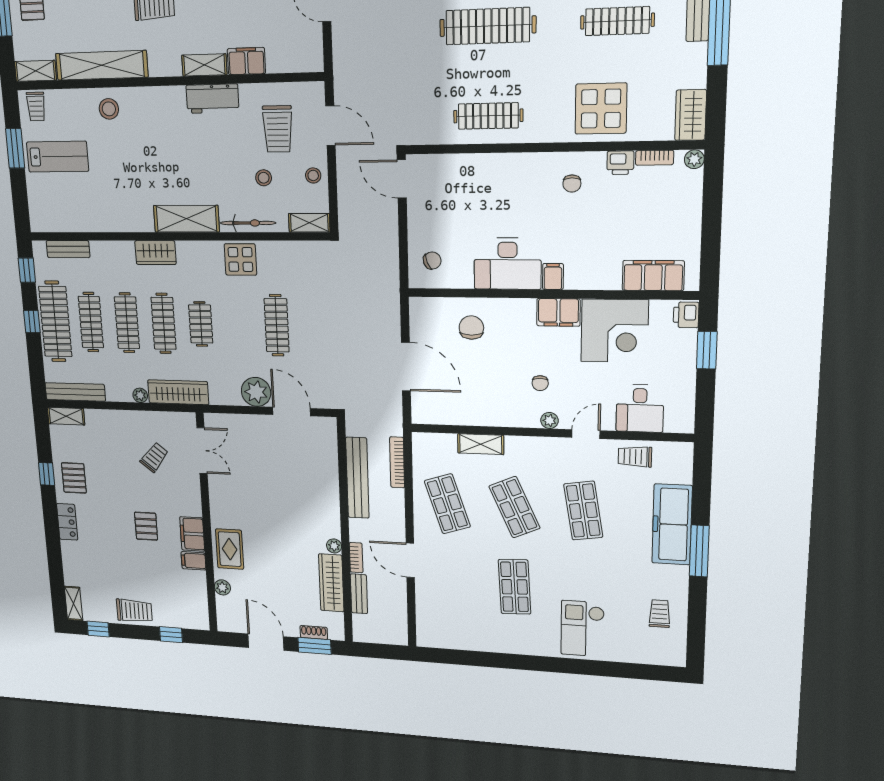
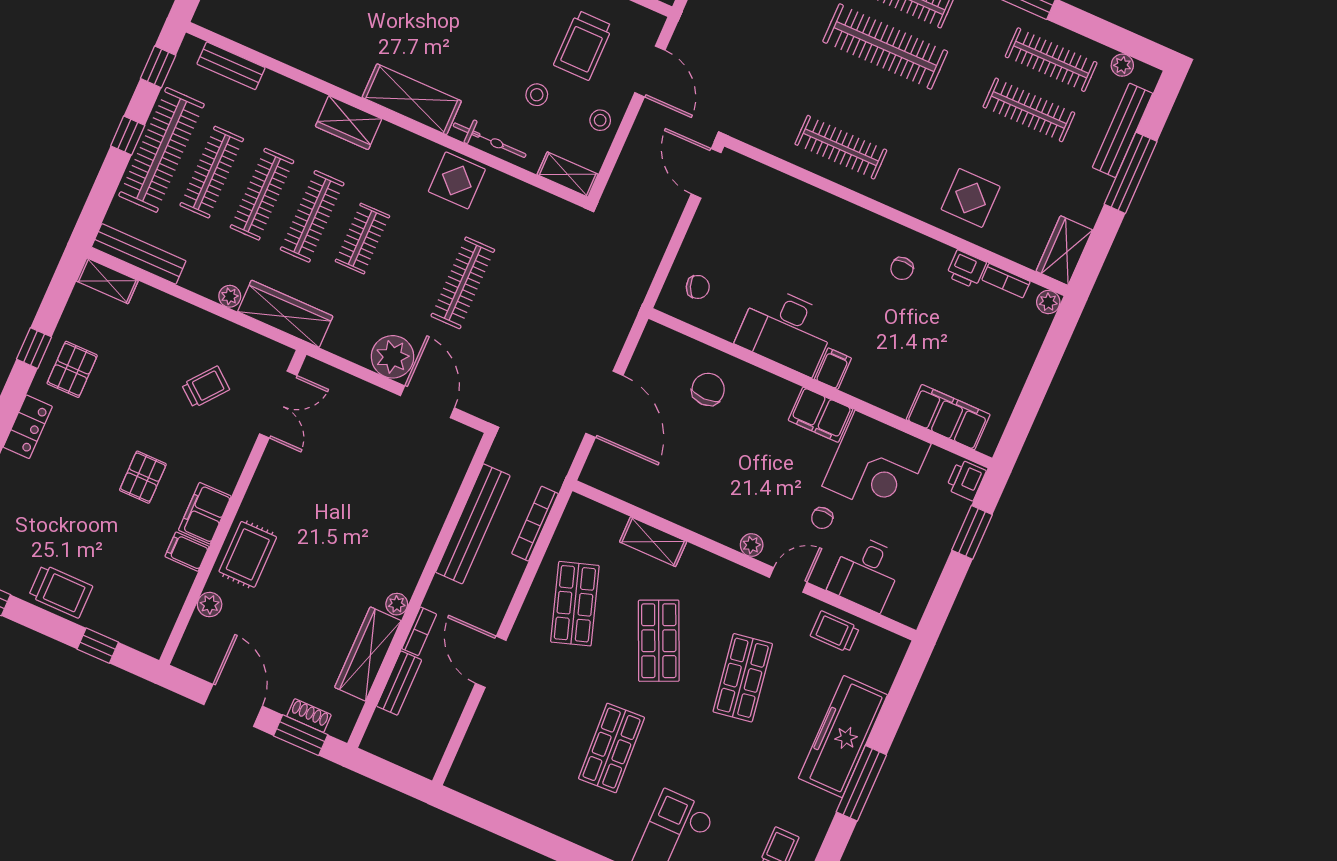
display table: (601, 109) -> (971, 198), width x0.73, depth x0.73
chair: (540, 383) -> (822, 518), moved

